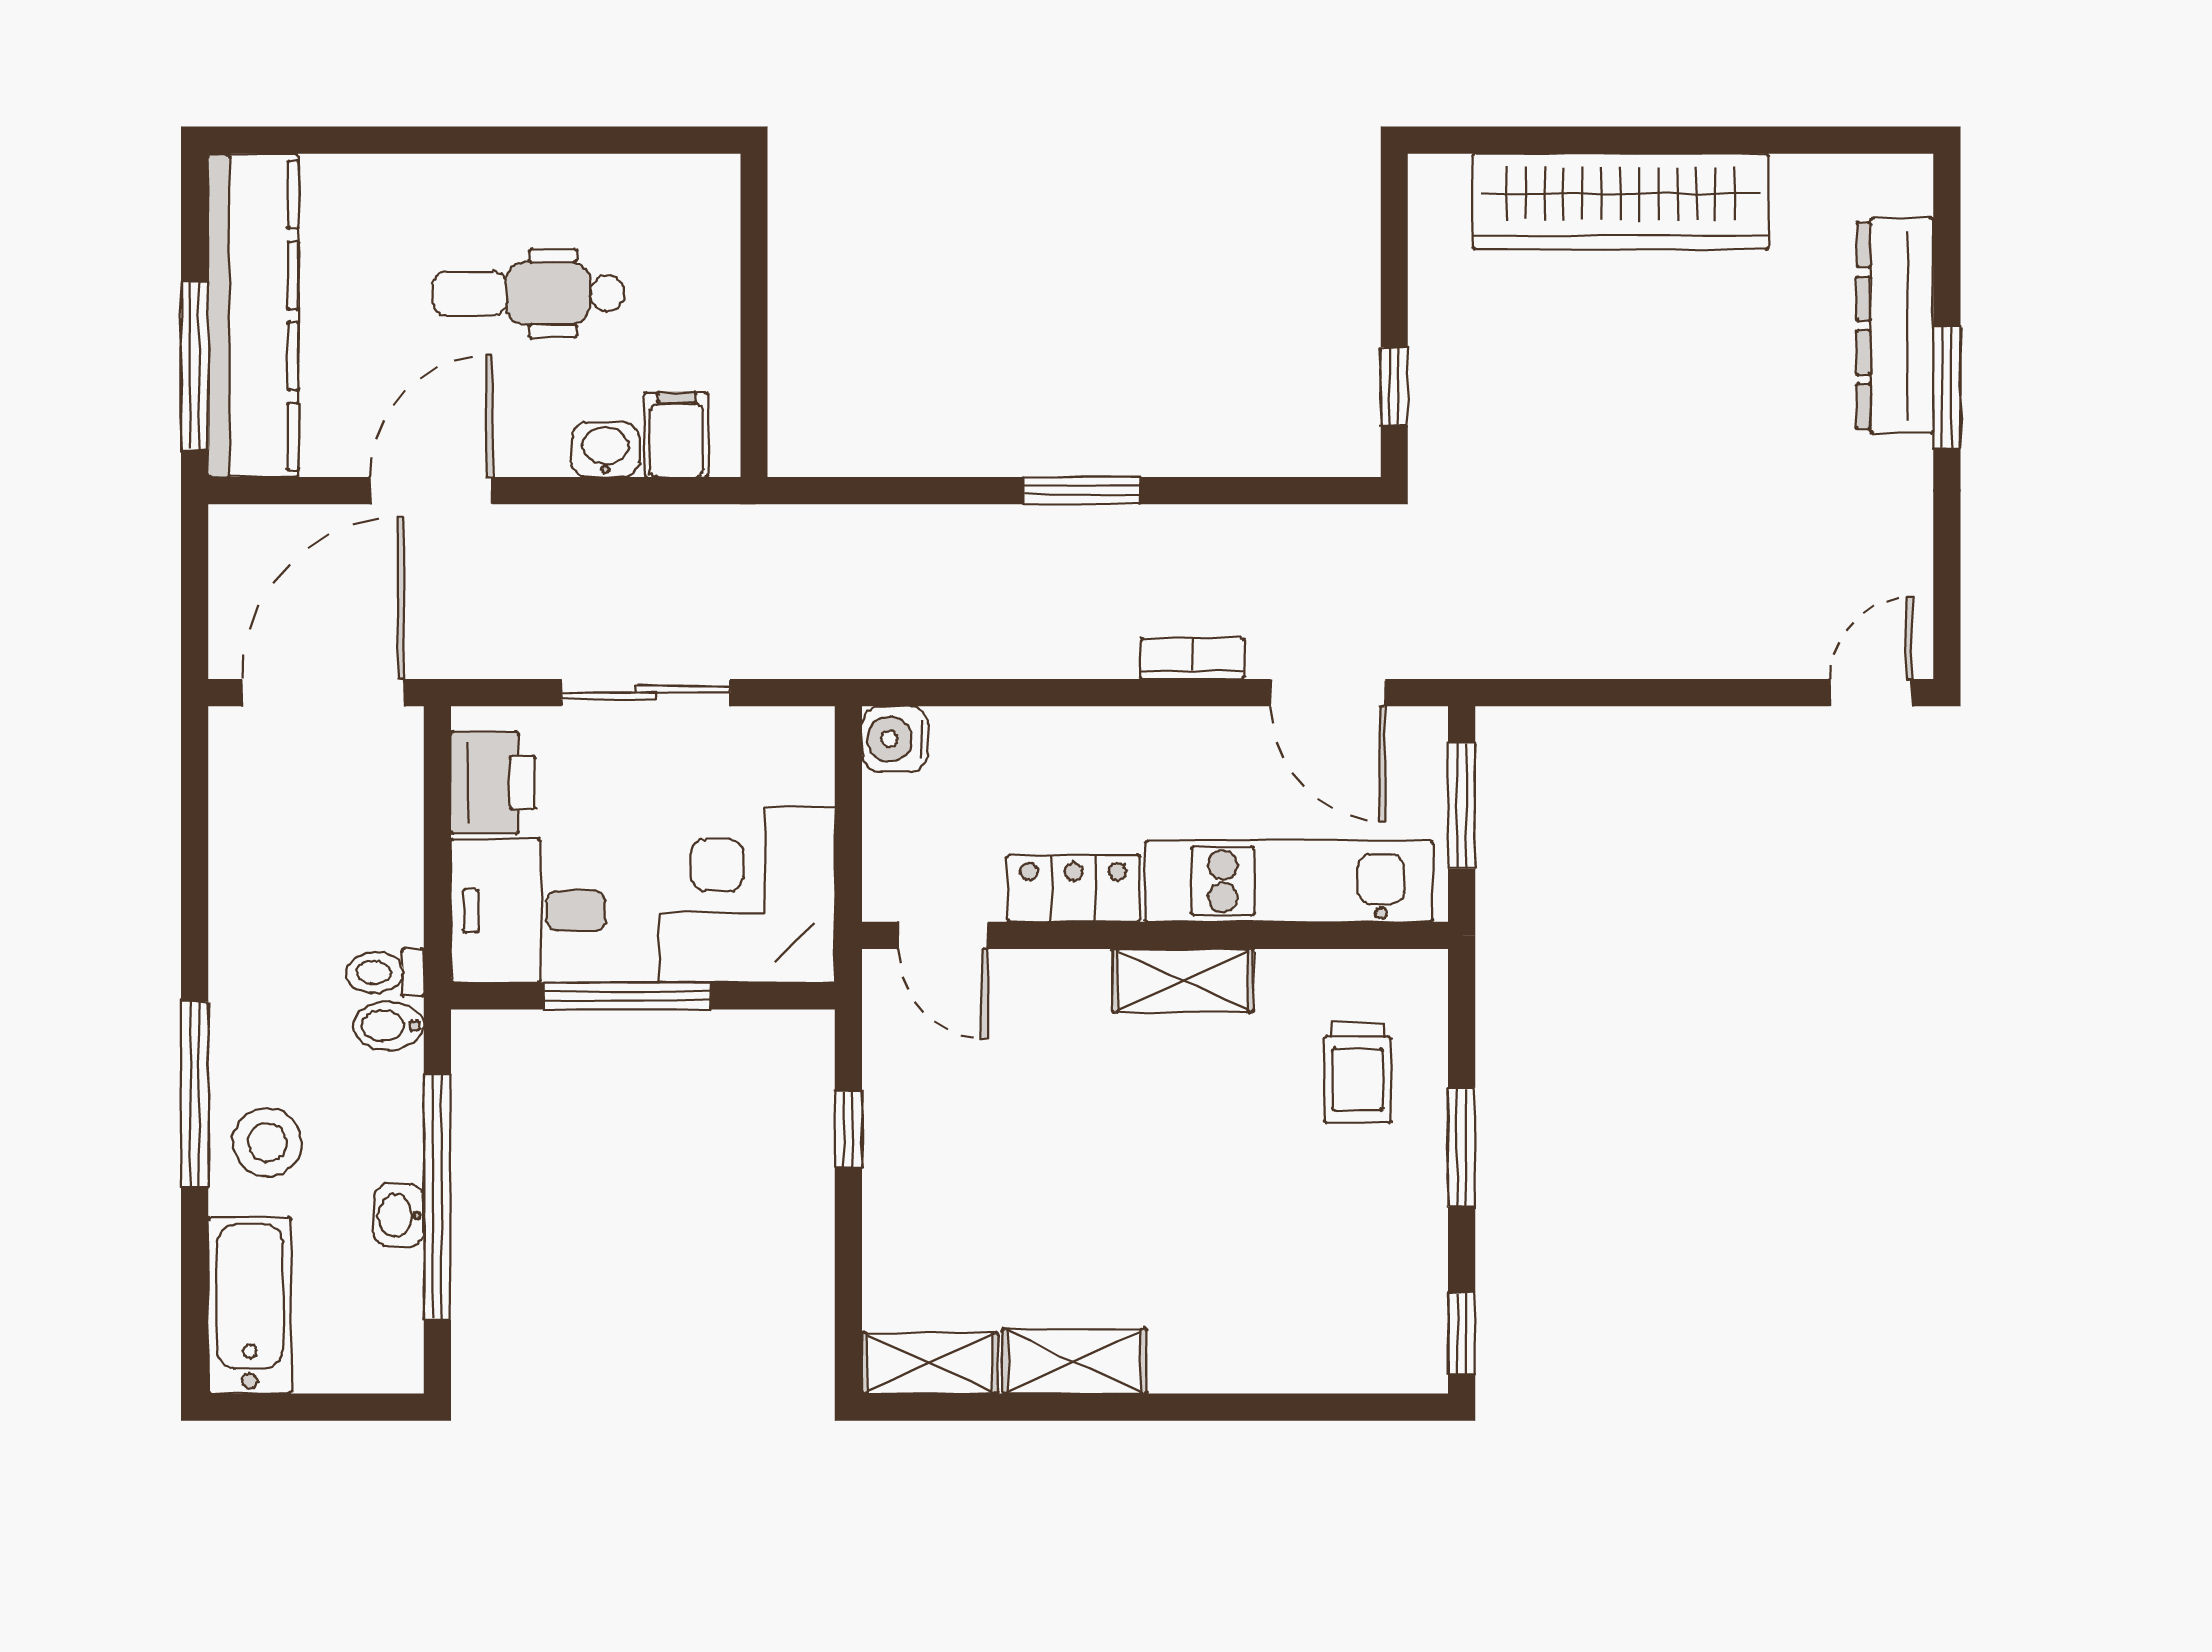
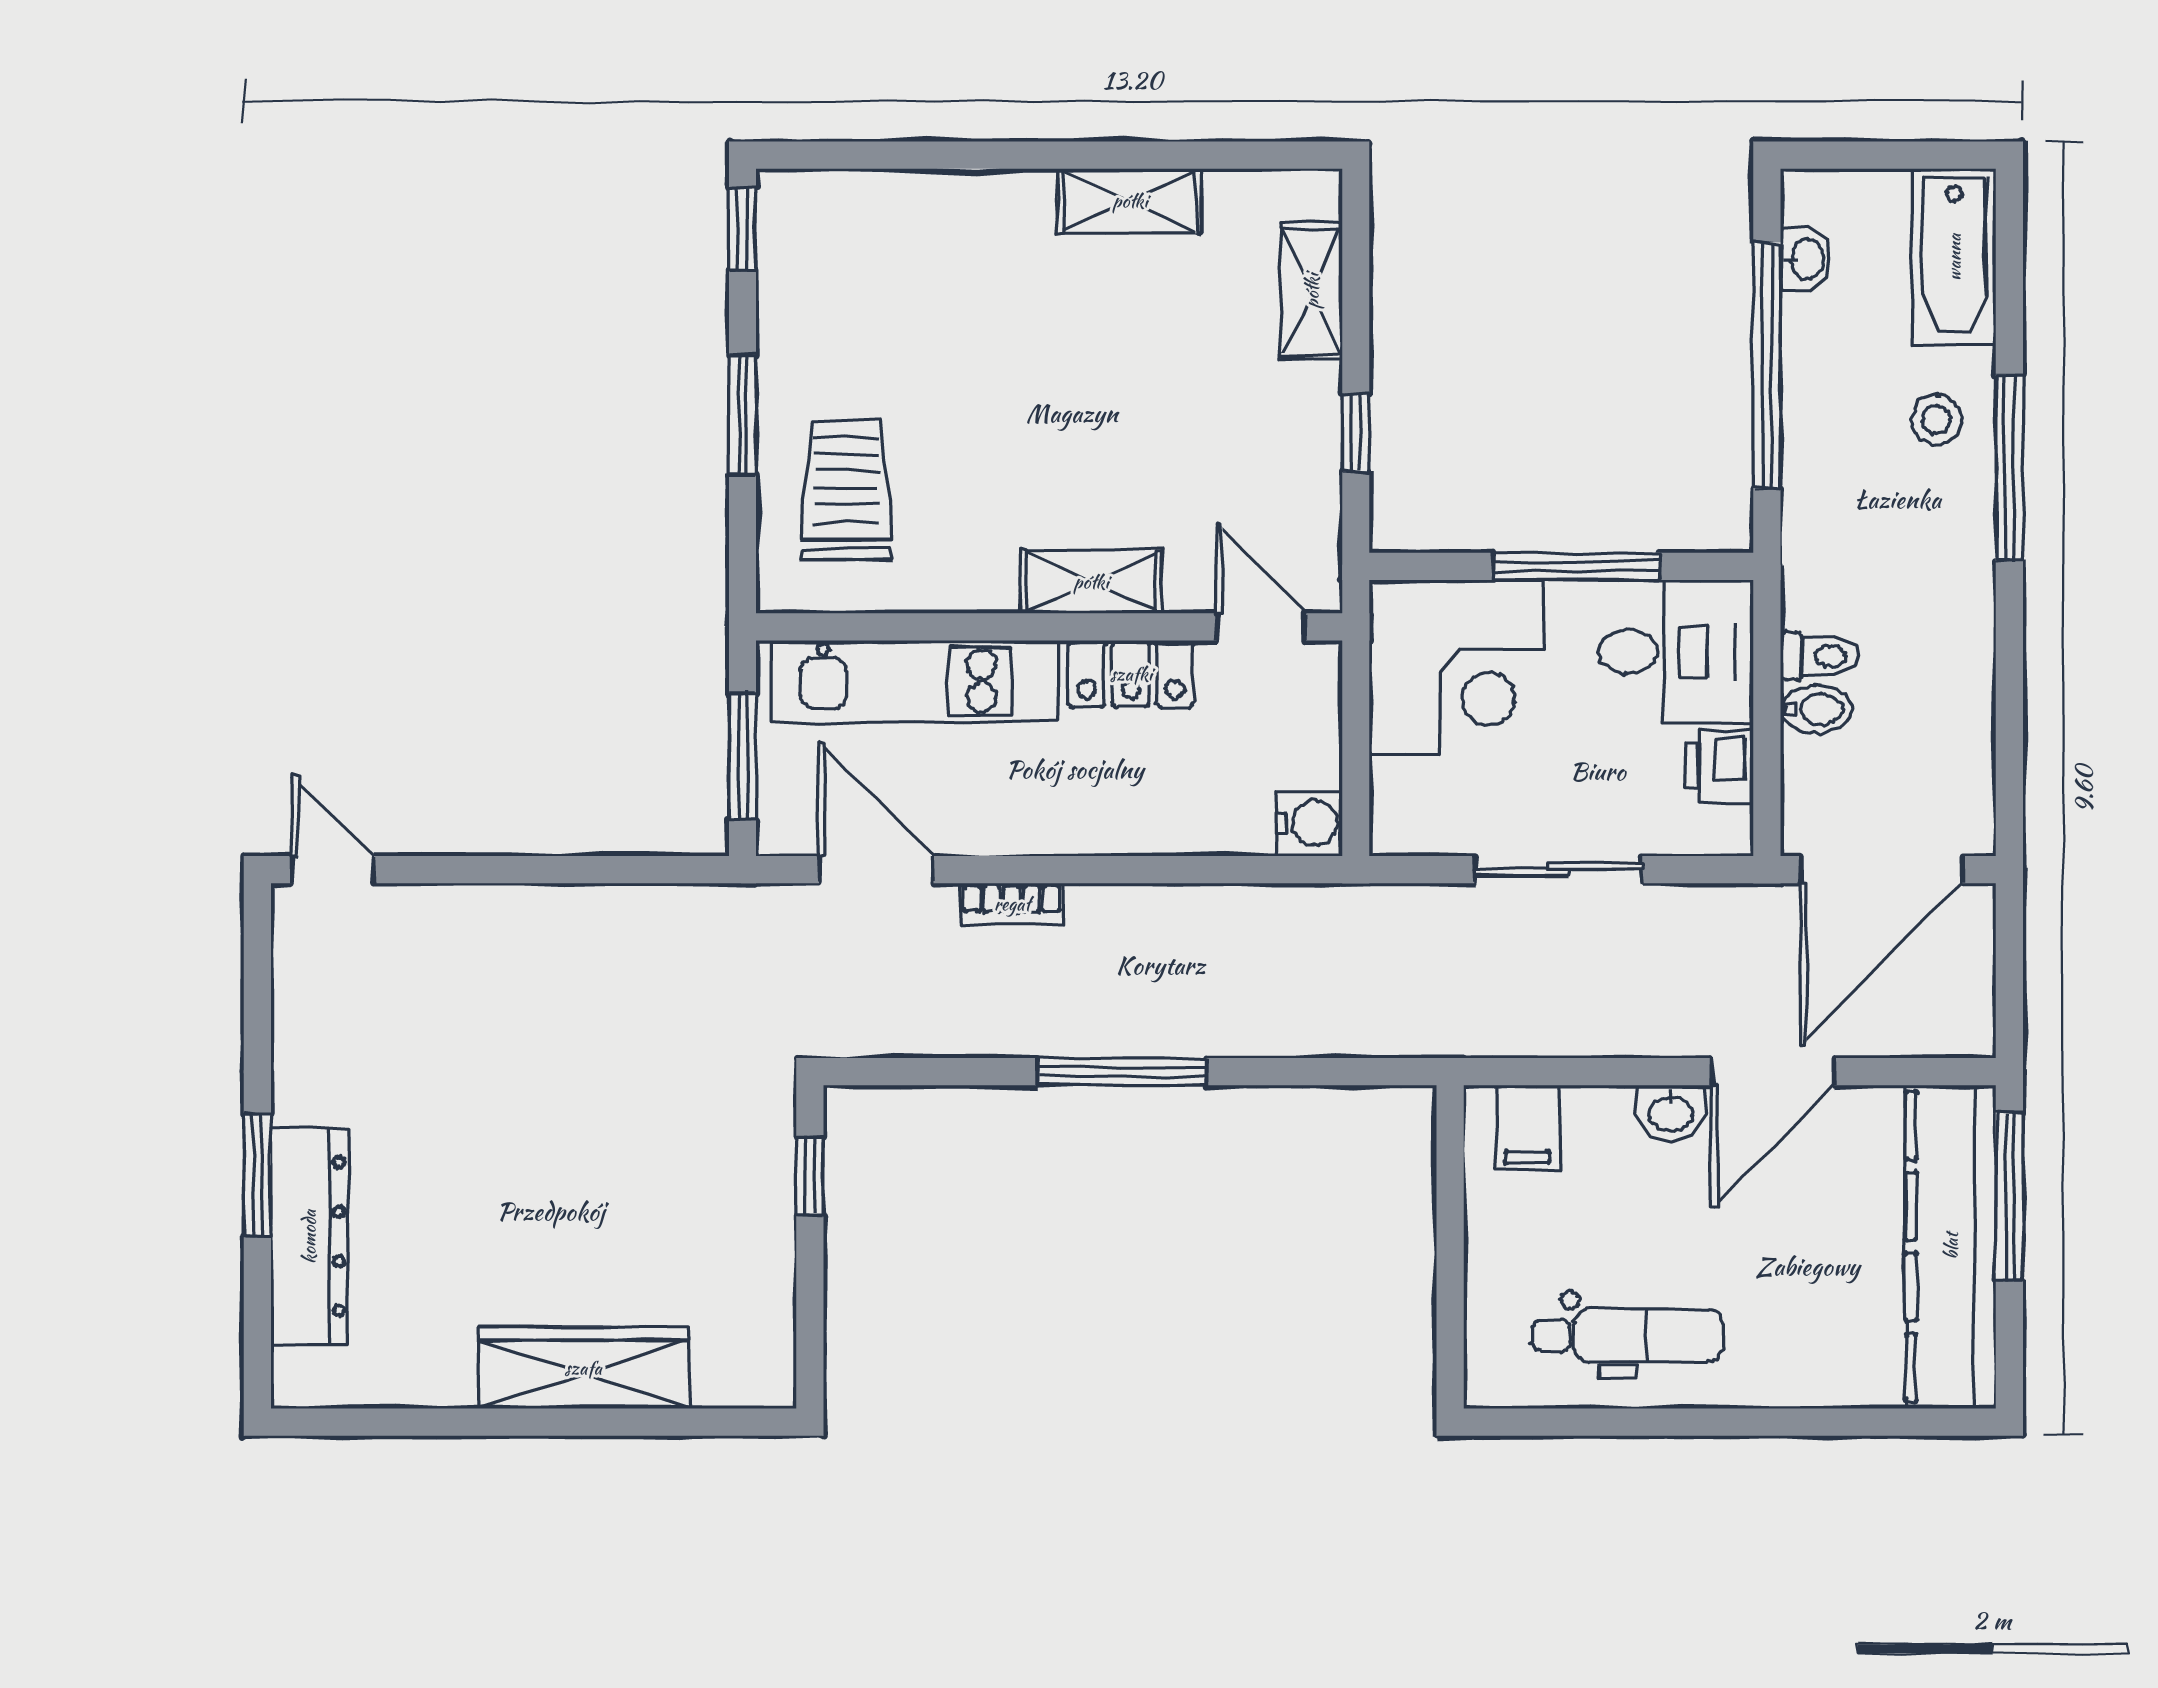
wardrobe: (1621, 201) -> (583, 1368), width x0.71, depth x0.85
dental chair: (529, 293) -> (1628, 1335), moved
washbasin: (606, 450) -> (1671, 1113), moved
window: (1082, 491) -> (1122, 1072), width x1.44
door: (1871, 693) -> (333, 870), swing flipped
printer: (493, 783) -> (1719, 766), width x0.73, depth x0.81
toilet: (385, 972) -> (1819, 656), moved
shelving: (1183, 980) -> (1091, 582), moved
bidet: (388, 1026) -> (1816, 710), moved
trolley: (1358, 1073) -> (847, 490), width x1.36, depth x1.39
stool: (267, 1142) -> (1937, 420), width x0.73, depth x0.73
washbasin: (399, 1215) -> (1805, 259), moved
shelving: (930, 1363) -> (1312, 291), moved, turned 90

